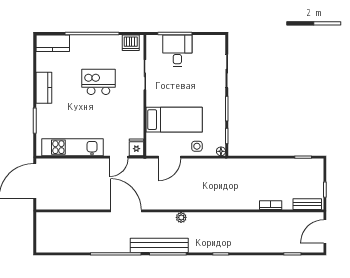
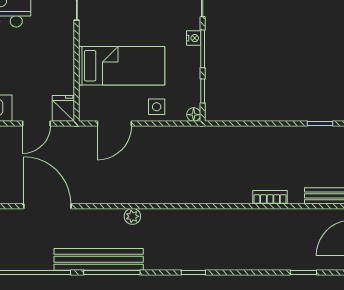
nightstand: (221, 102) -> (194, 38), added

